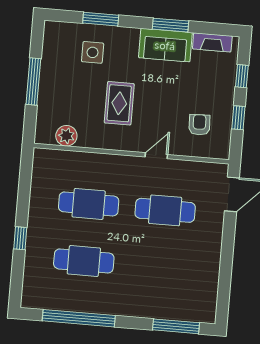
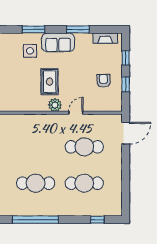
sofa: (165, 45) -> (58, 42), moved
armchair: (199, 125) -> (104, 81), moved
plant: (66, 136) -> (55, 105), moved
cafe table: (89, 204) -> (84, 183), moved
window: (176, 326) -> (97, 220), width x0.46

